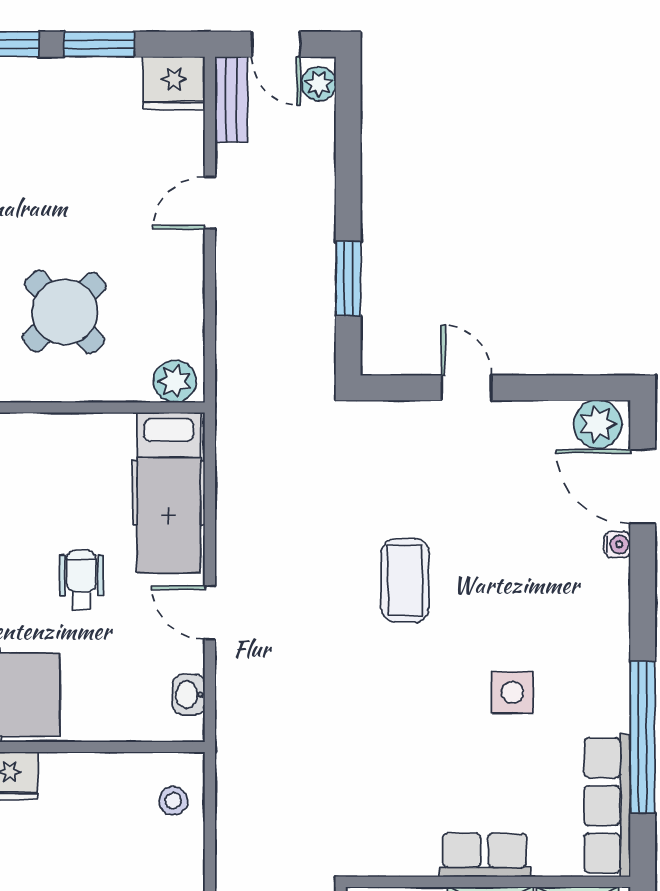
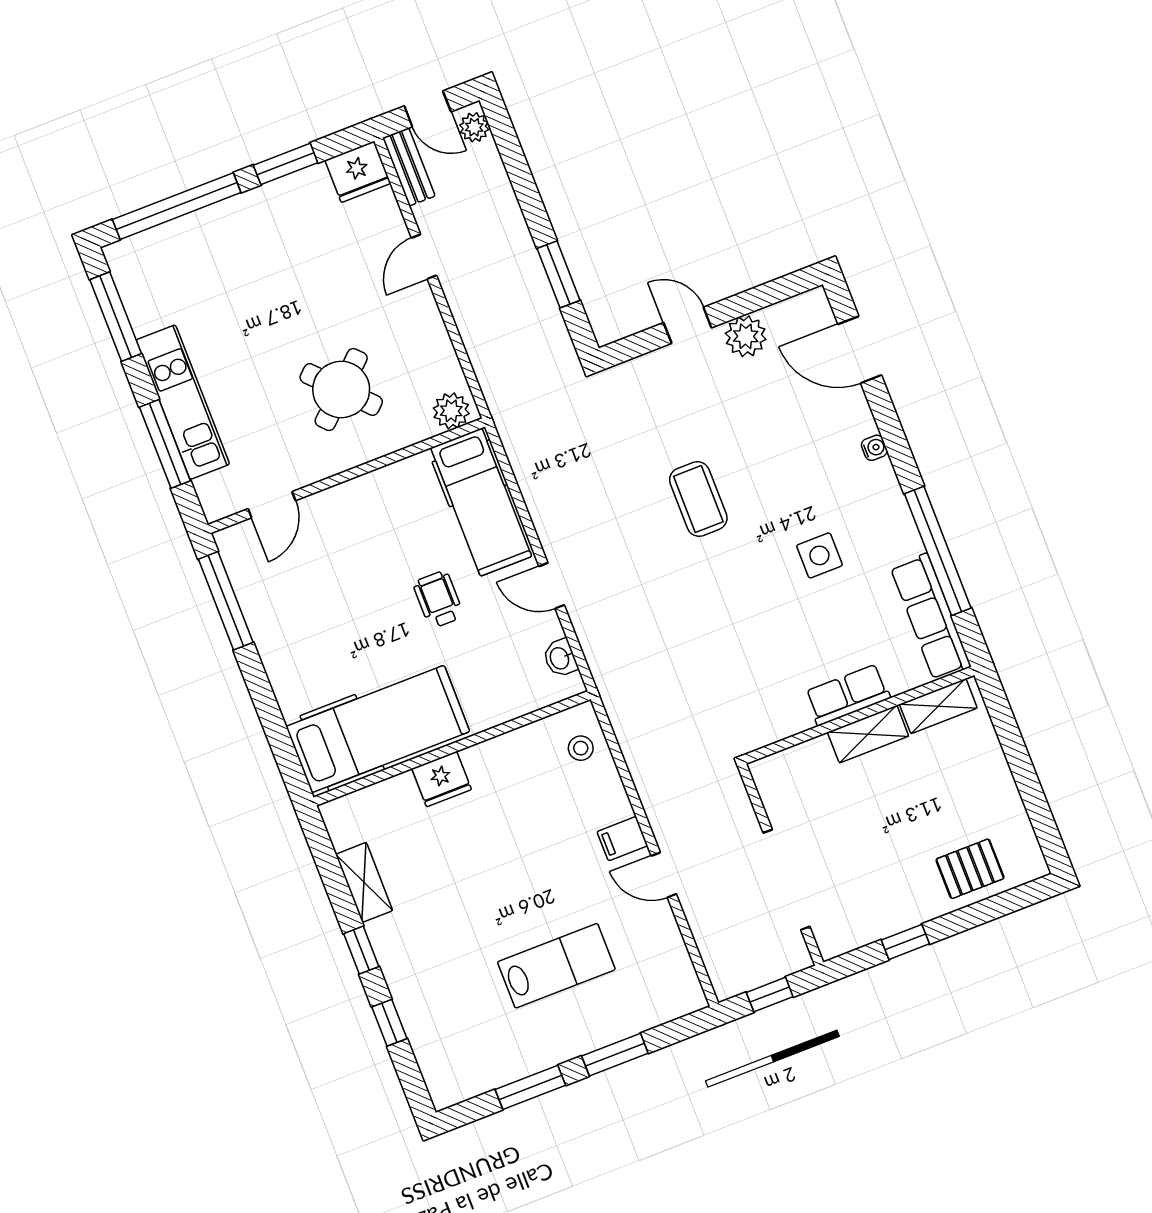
plant: (597, 424) -> (746, 336), moved
water cooler: (617, 544) -> (874, 448), moved

